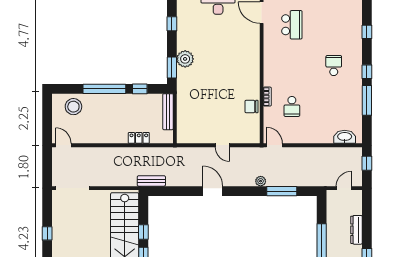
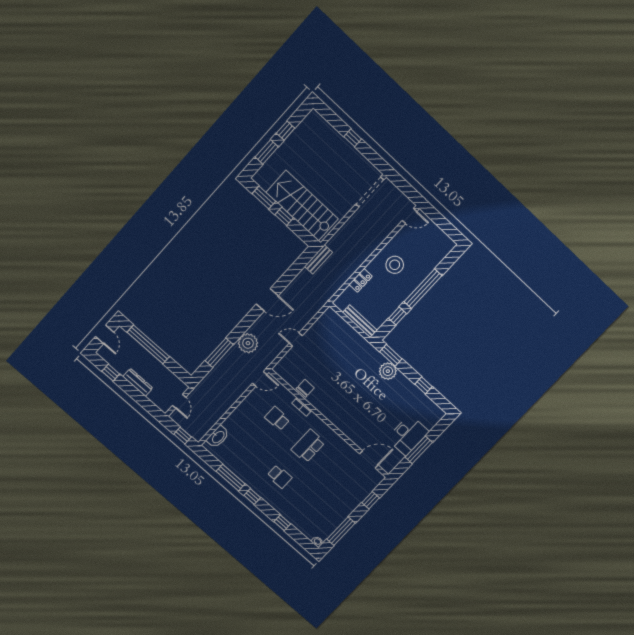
school desk: (292, 25) -> (308, 446), moved, turned 90
stool: (73, 107) -> (395, 265), moved
plant: (261, 181) -> (248, 343), width x1.87, depth x1.87

